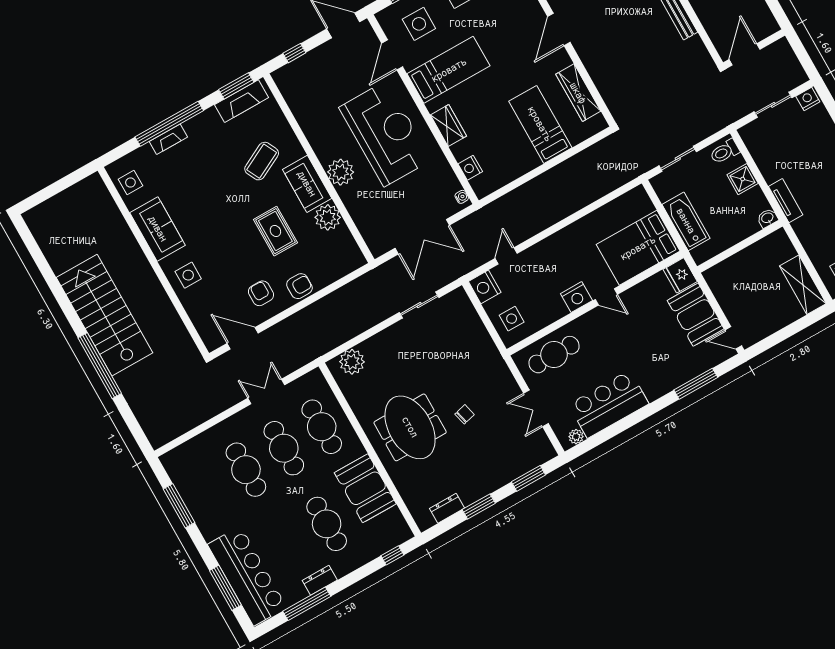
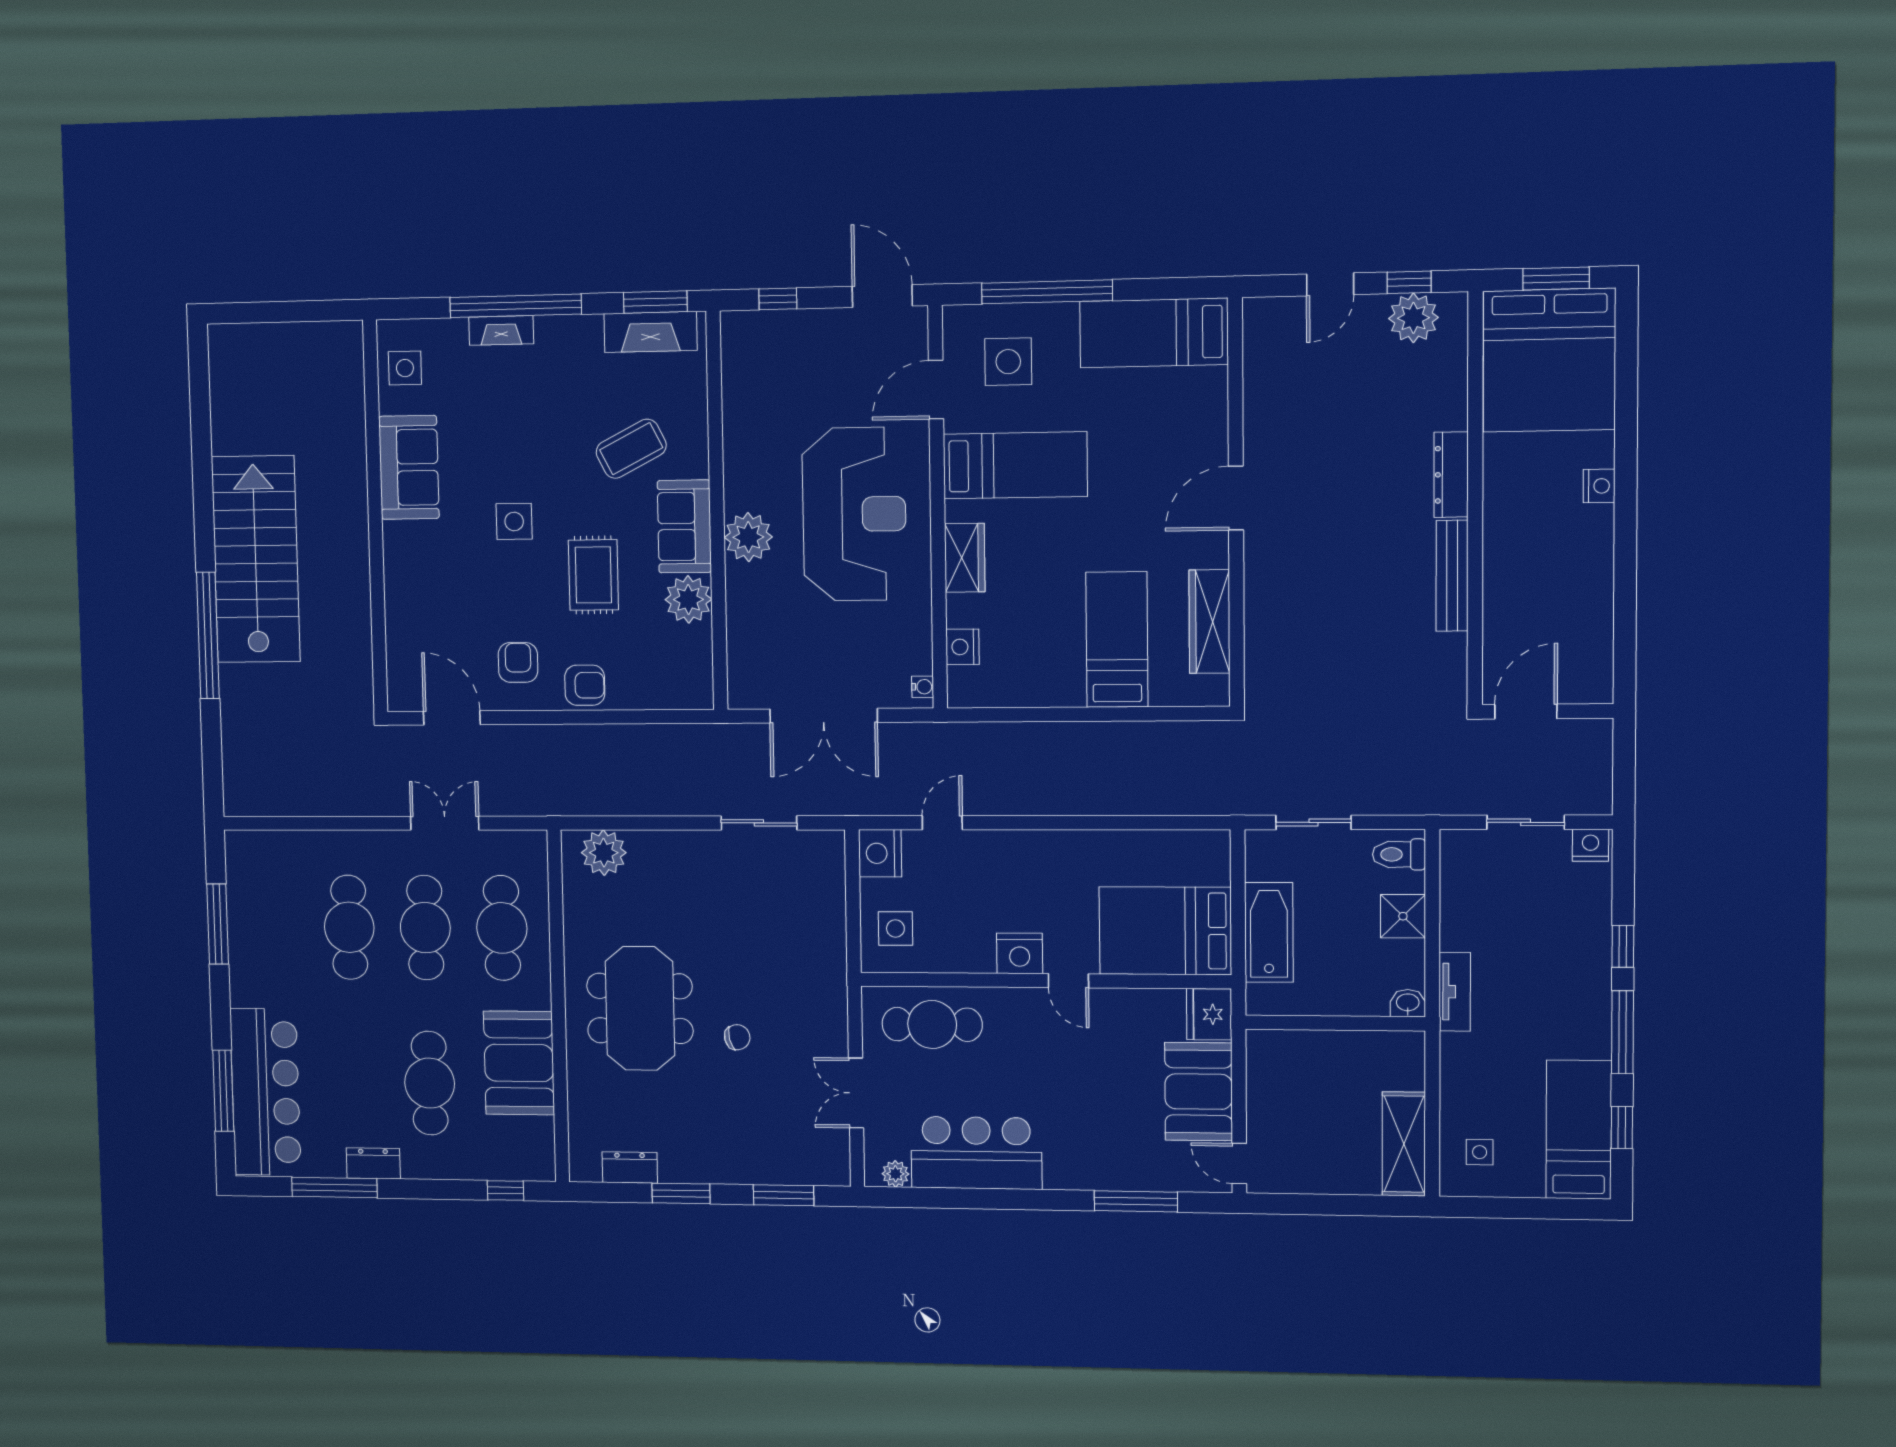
side table: (188, 275) -> (514, 521), moved

